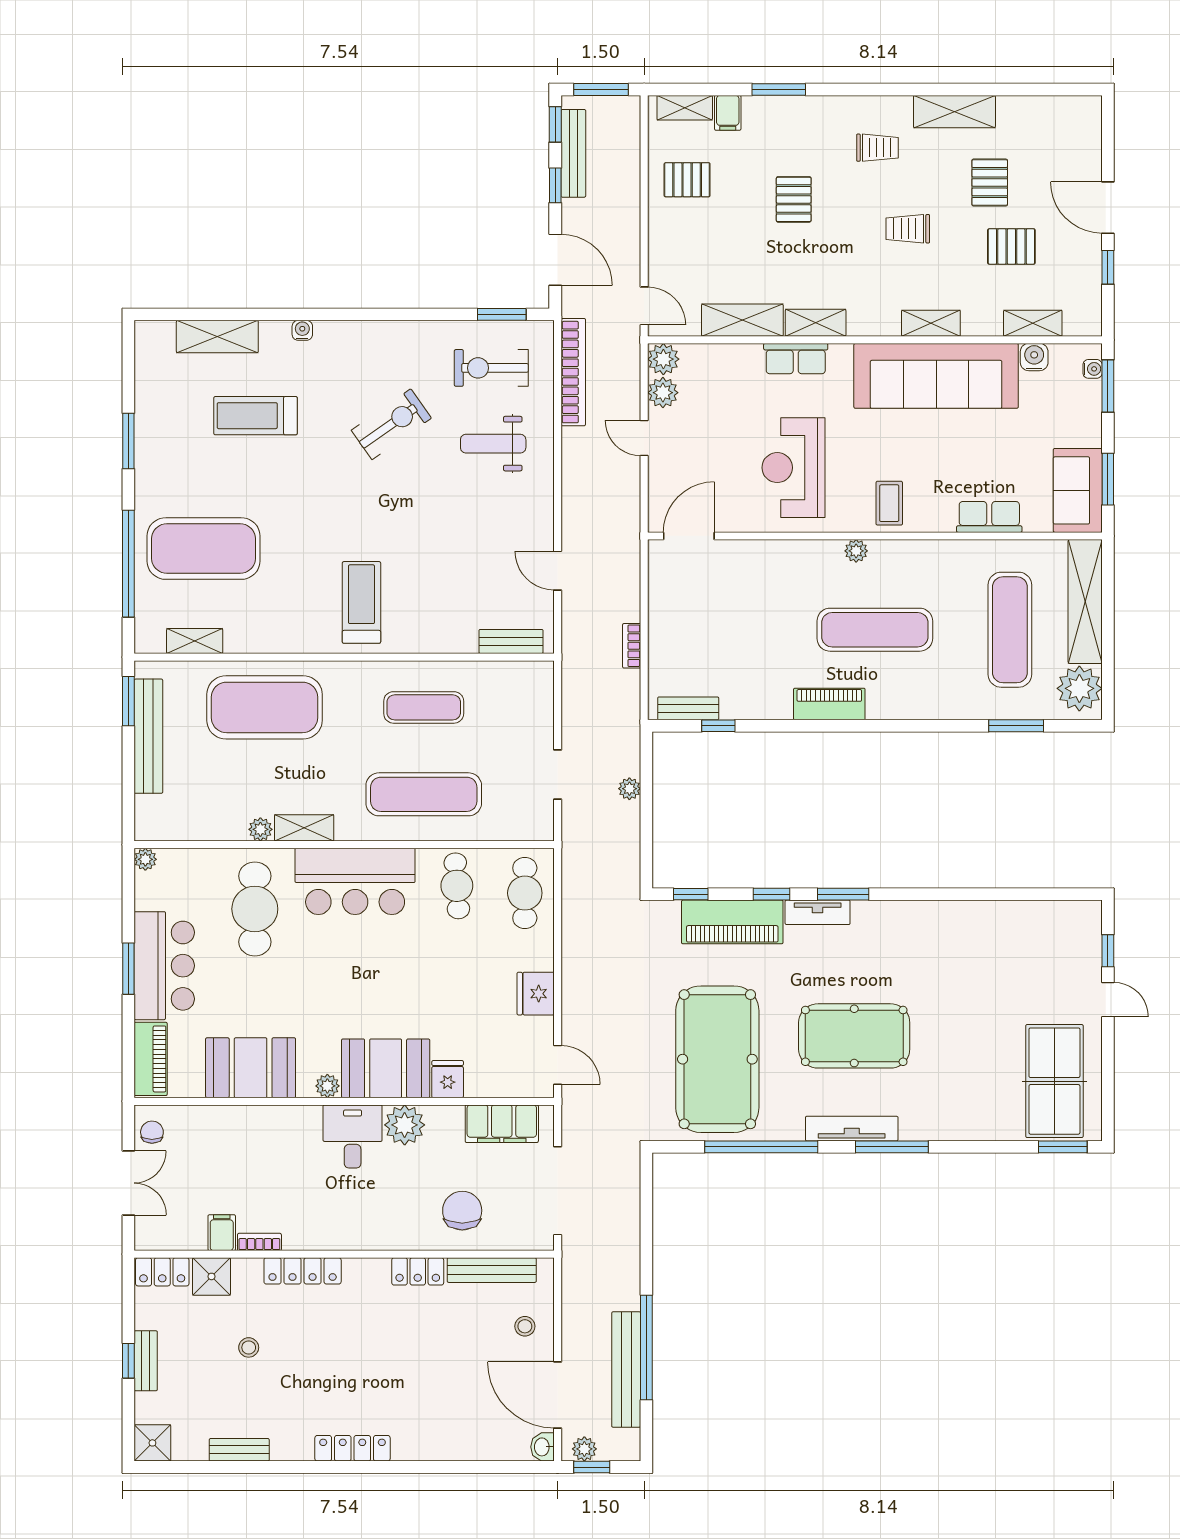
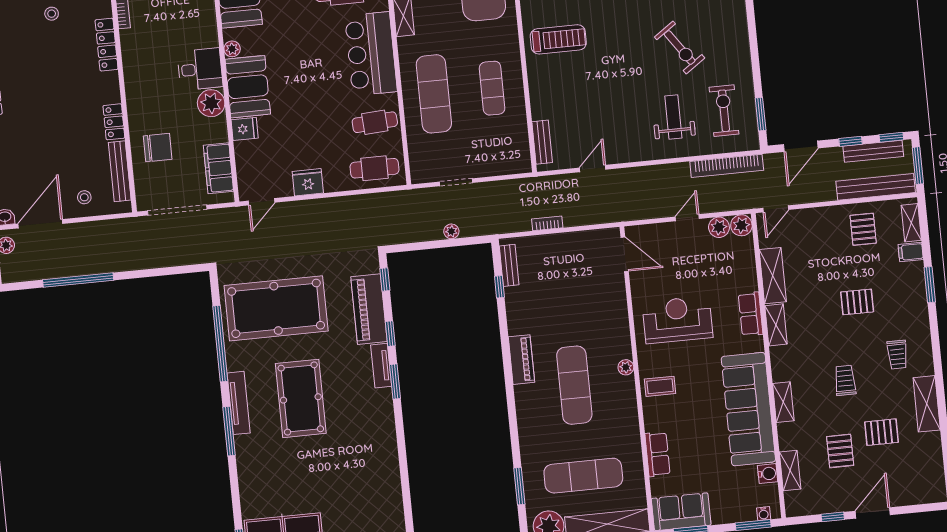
bench: (626, 1370) -> (876, 187), moved

